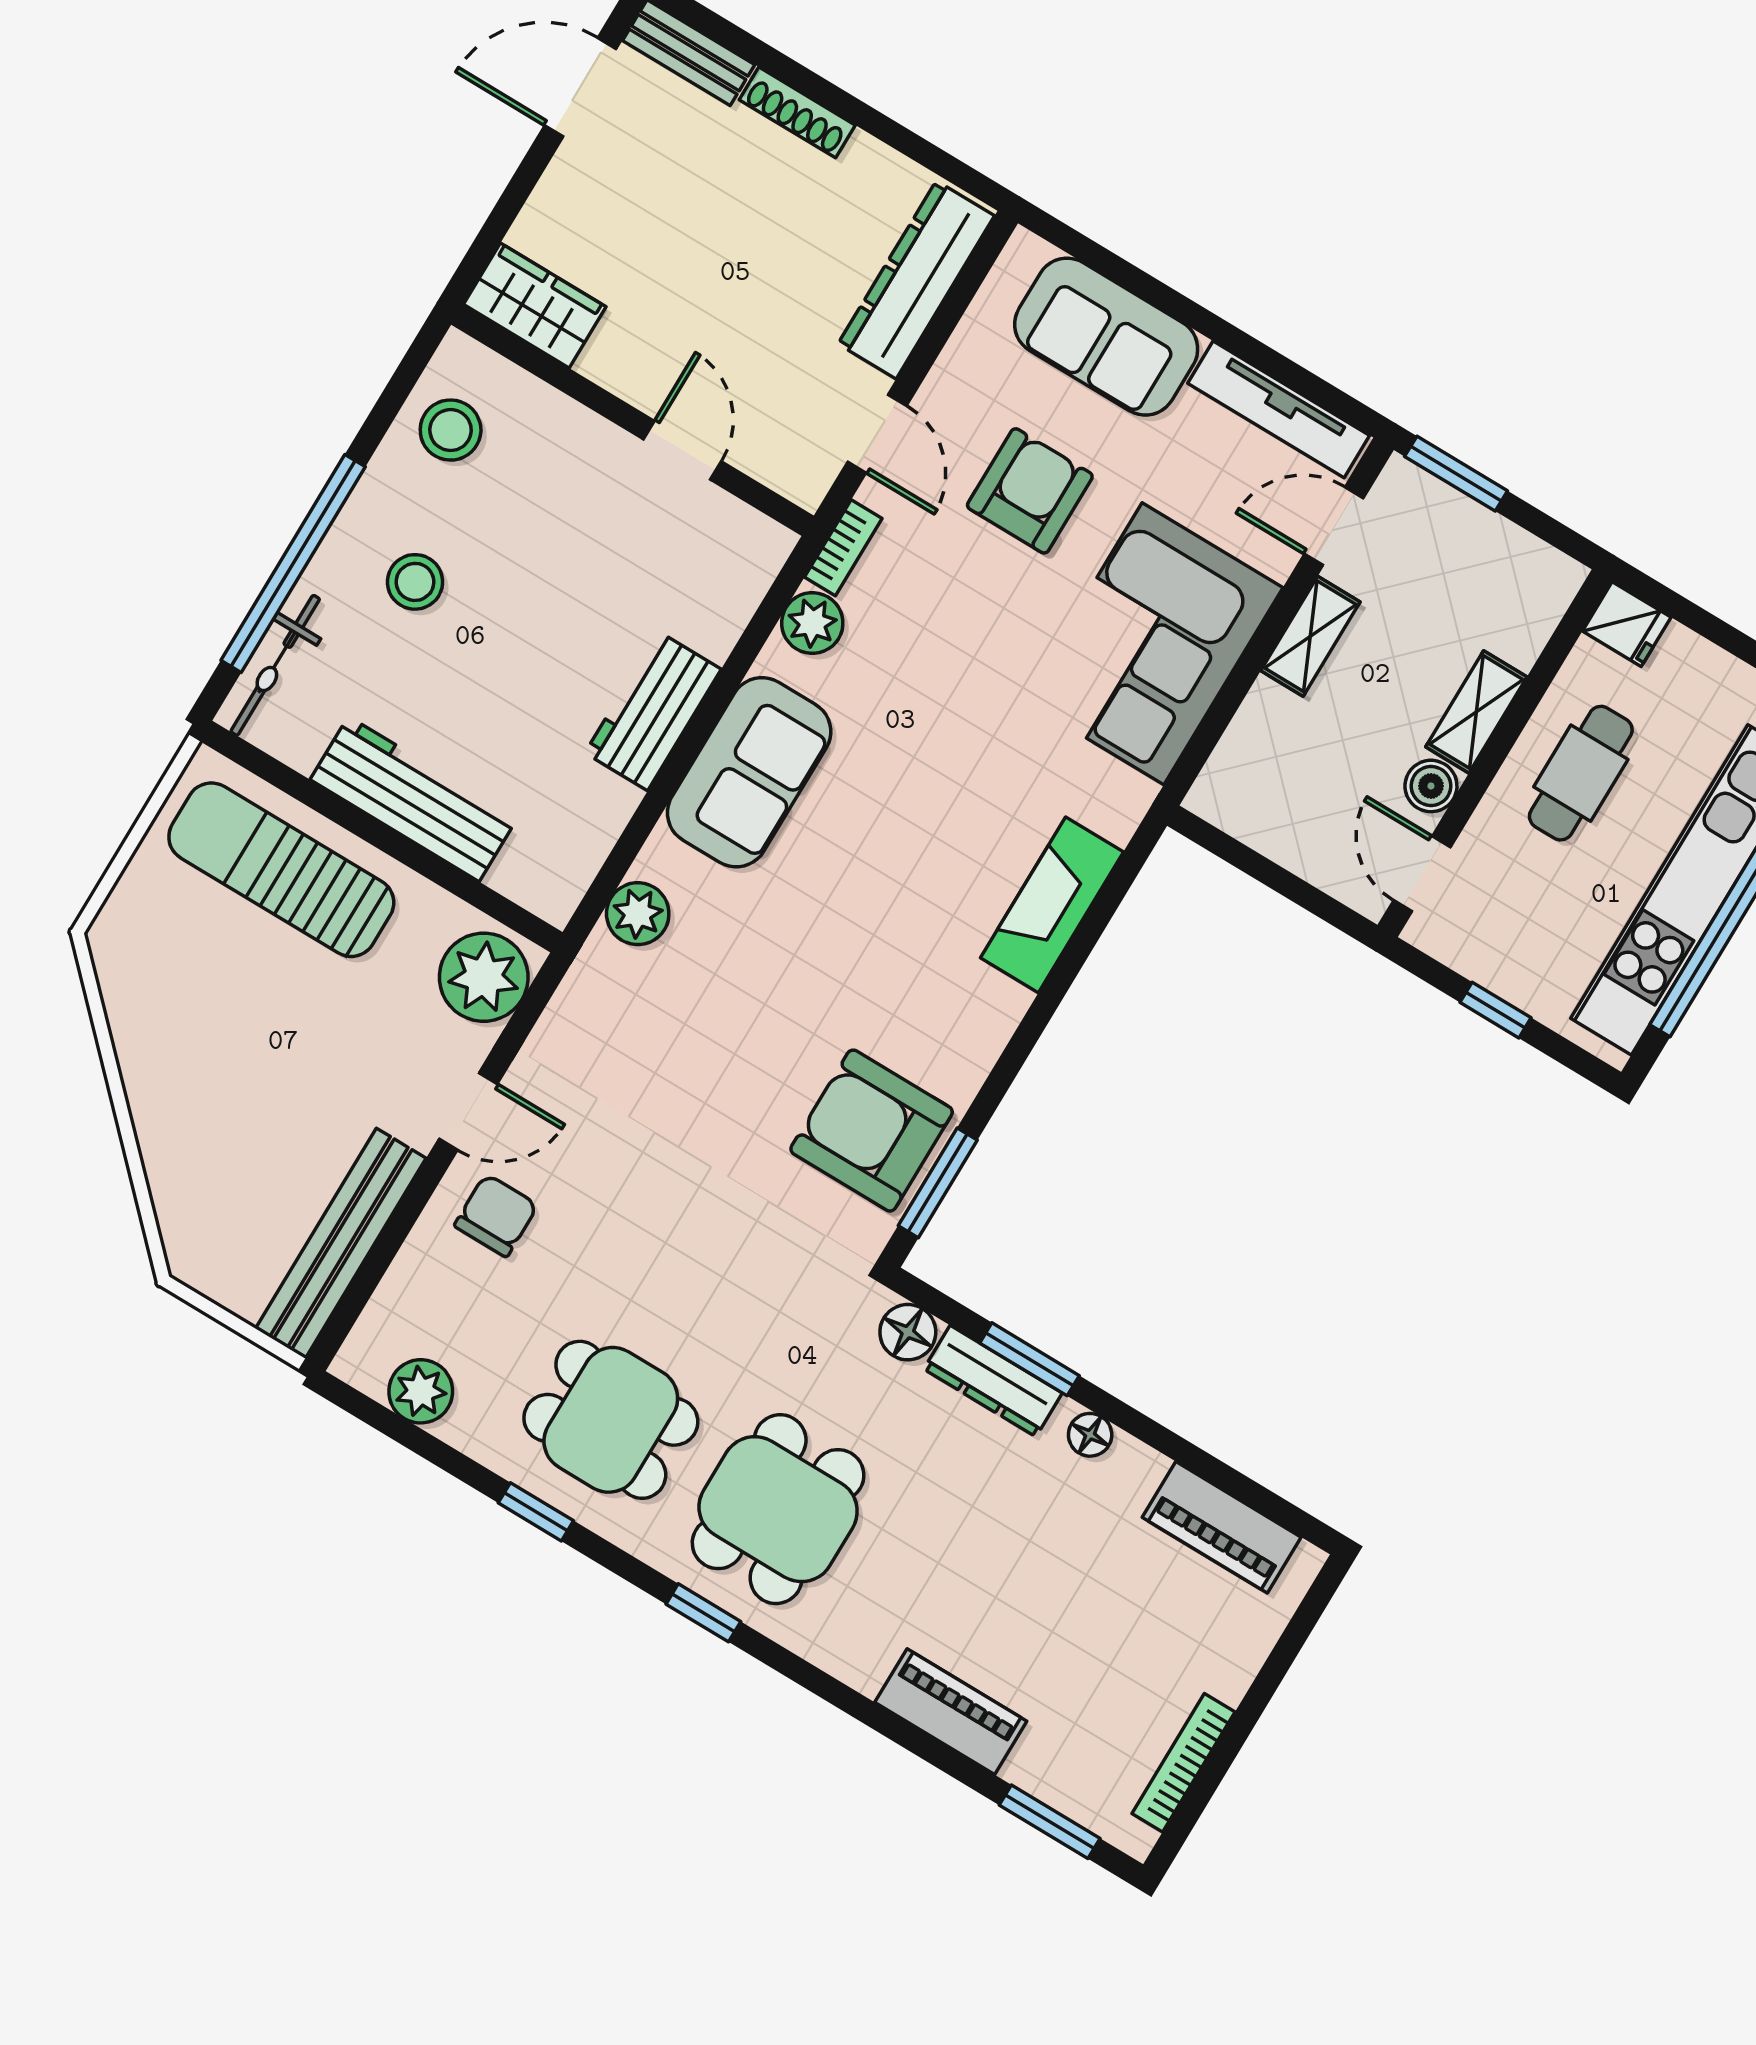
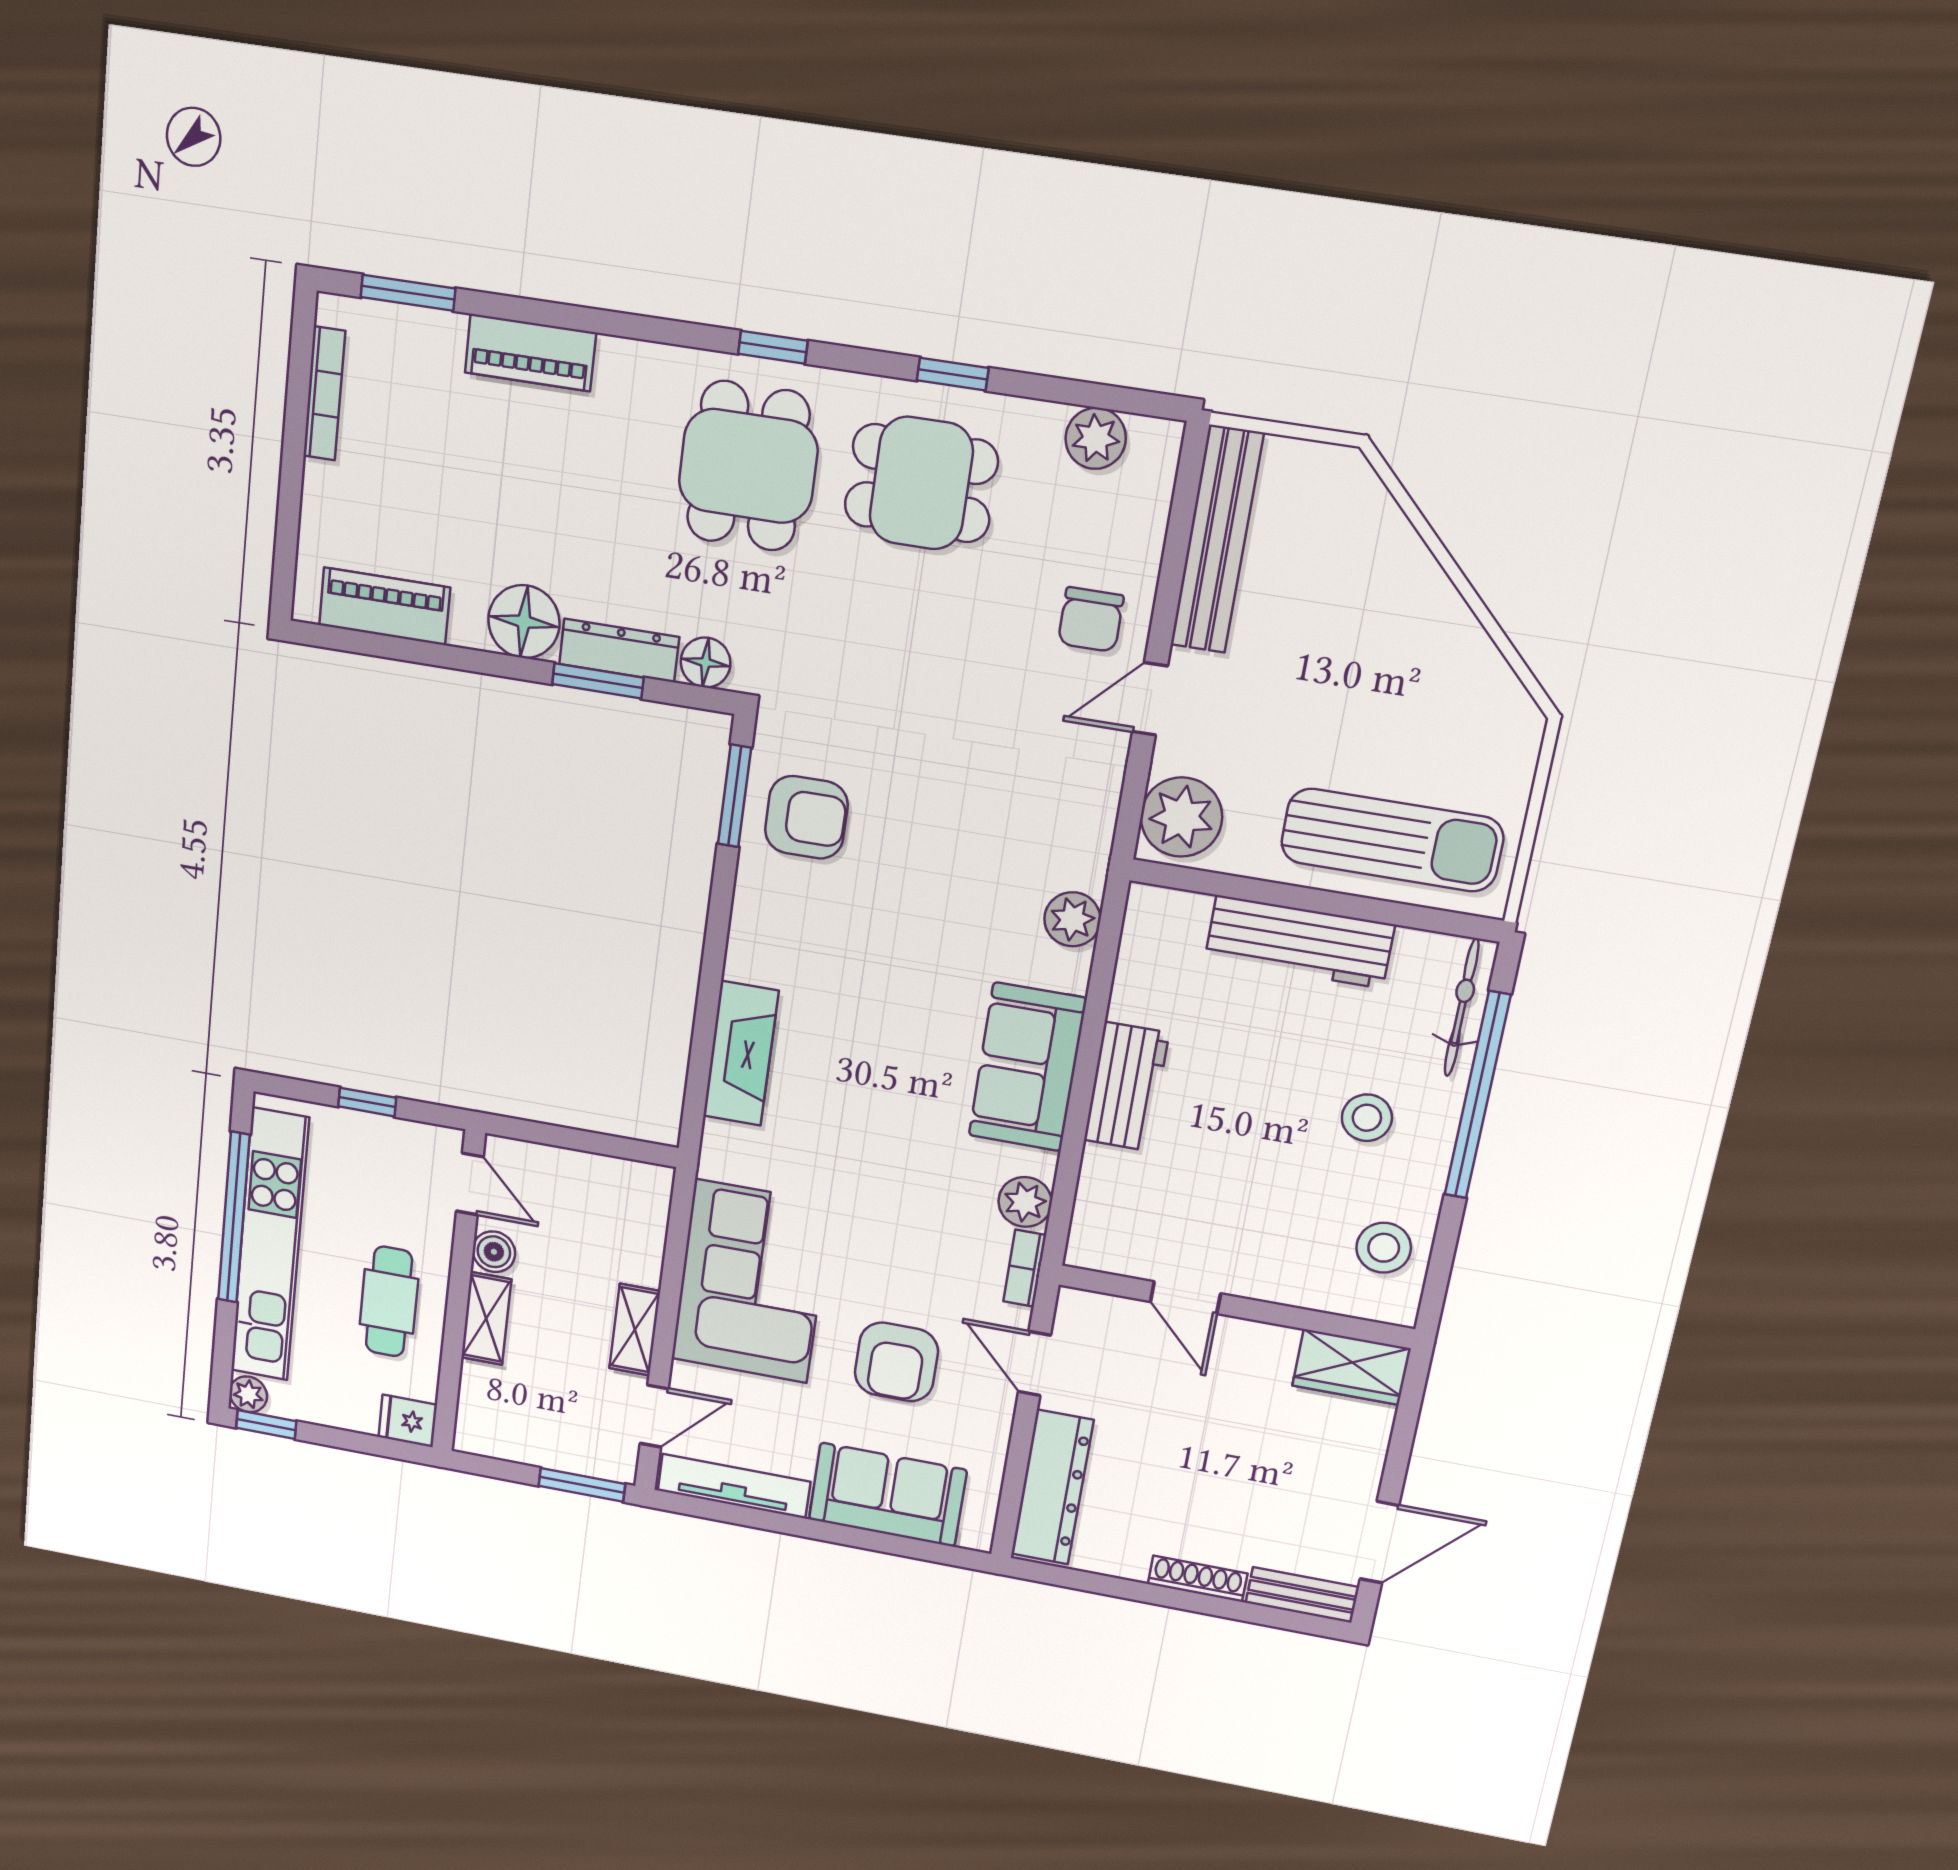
armchair: (872, 1131) -> (806, 817), width x0.73, depth x0.73
floor lamp: (1090, 1435) -> (524, 622), width x1.89, depth x1.89

